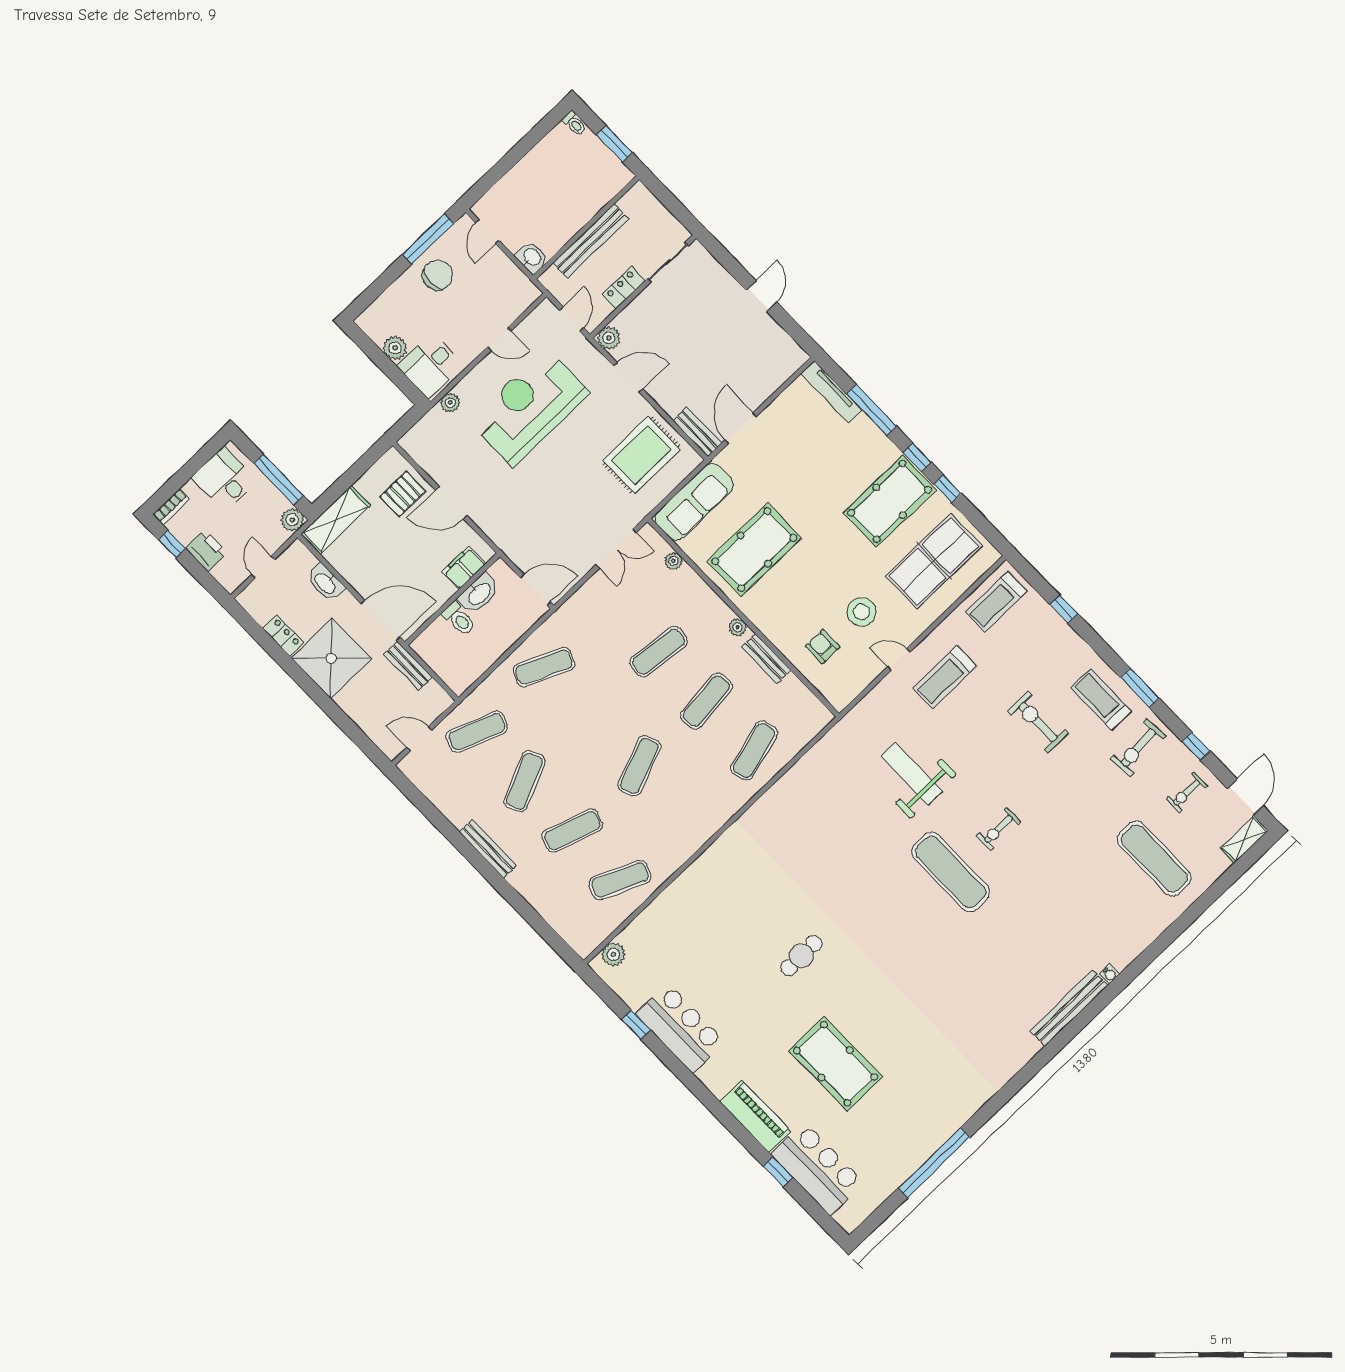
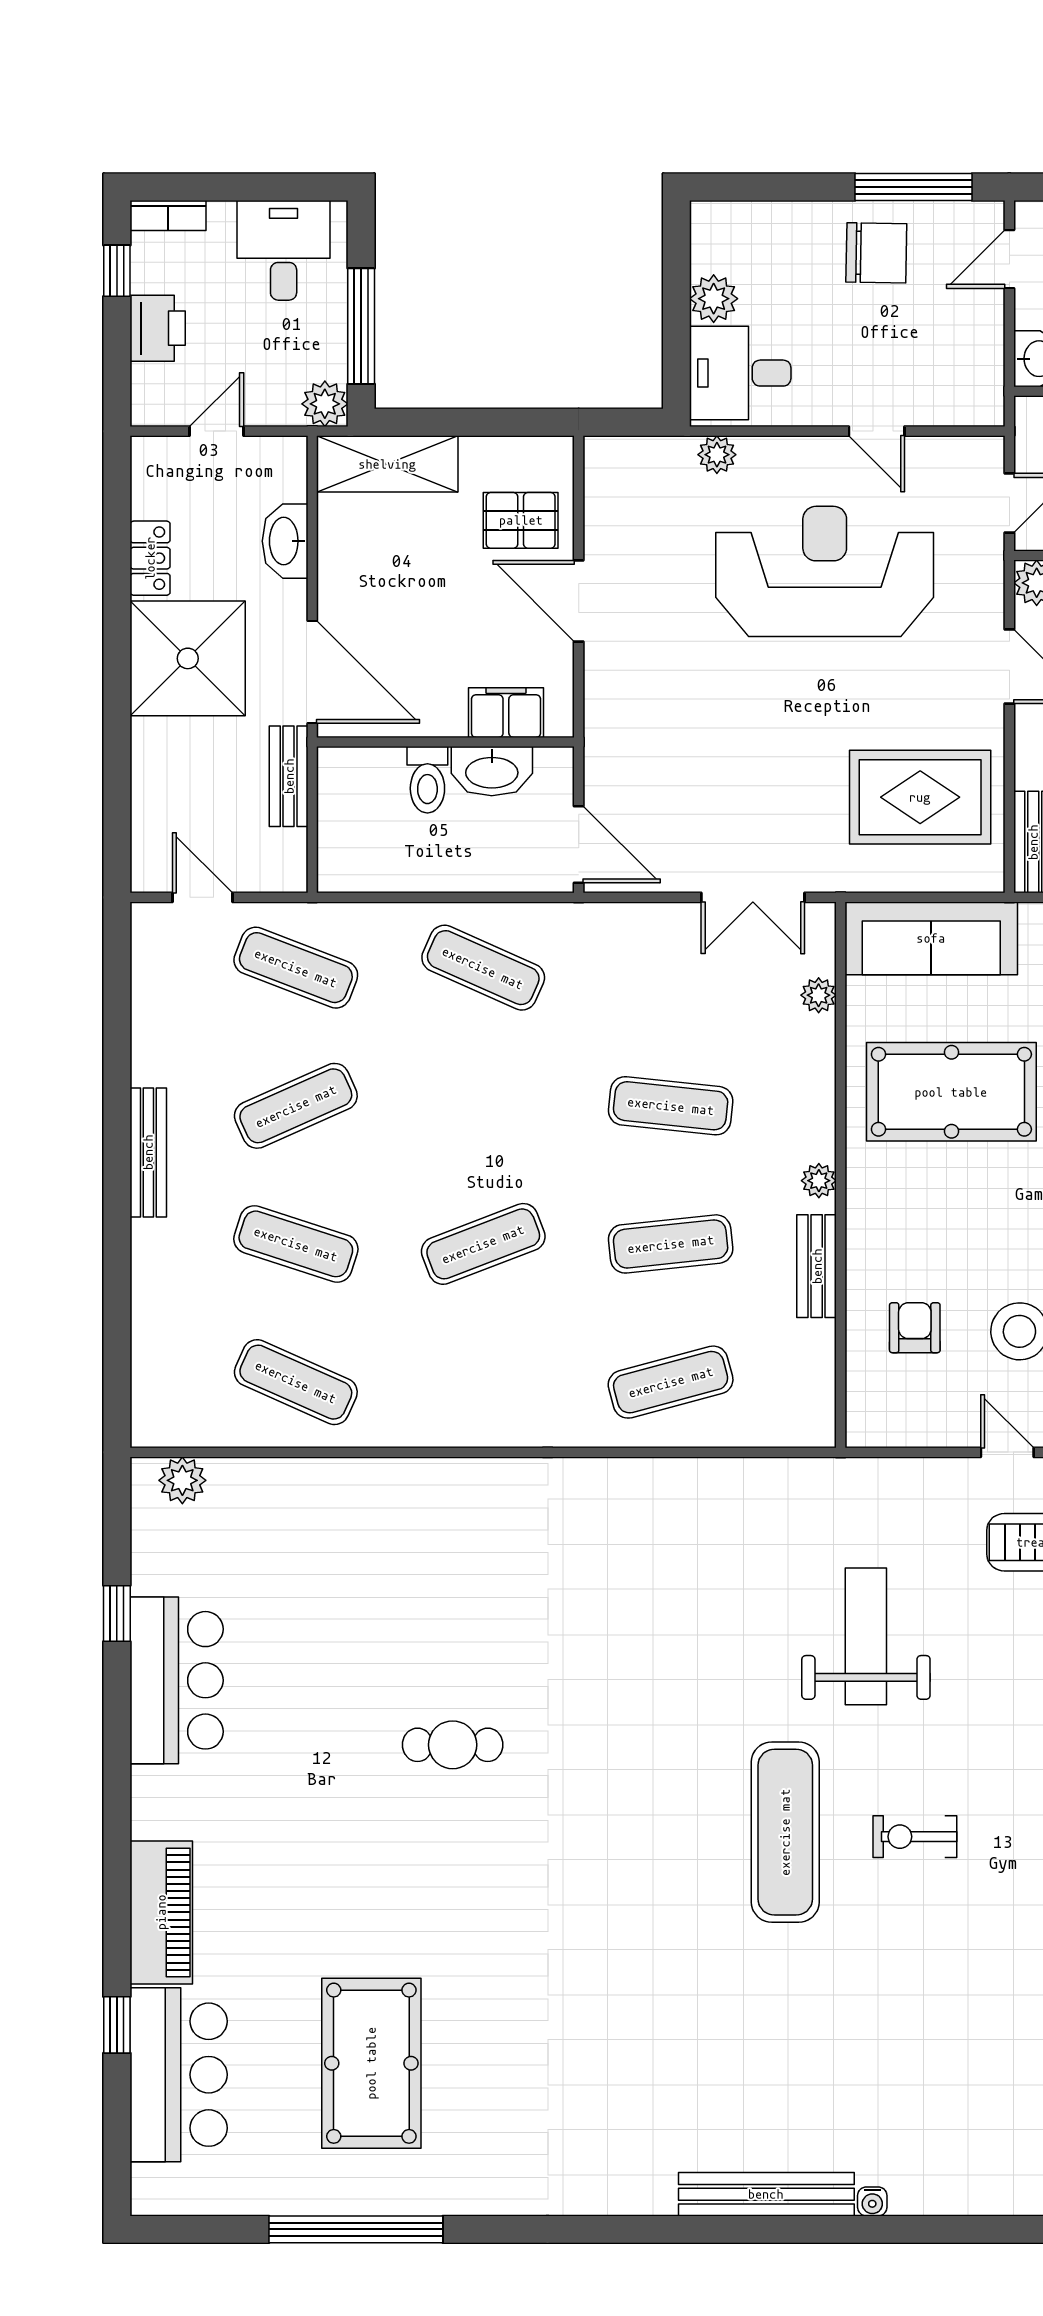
pool table: (836, 1064) -> (371, 2063), moved

